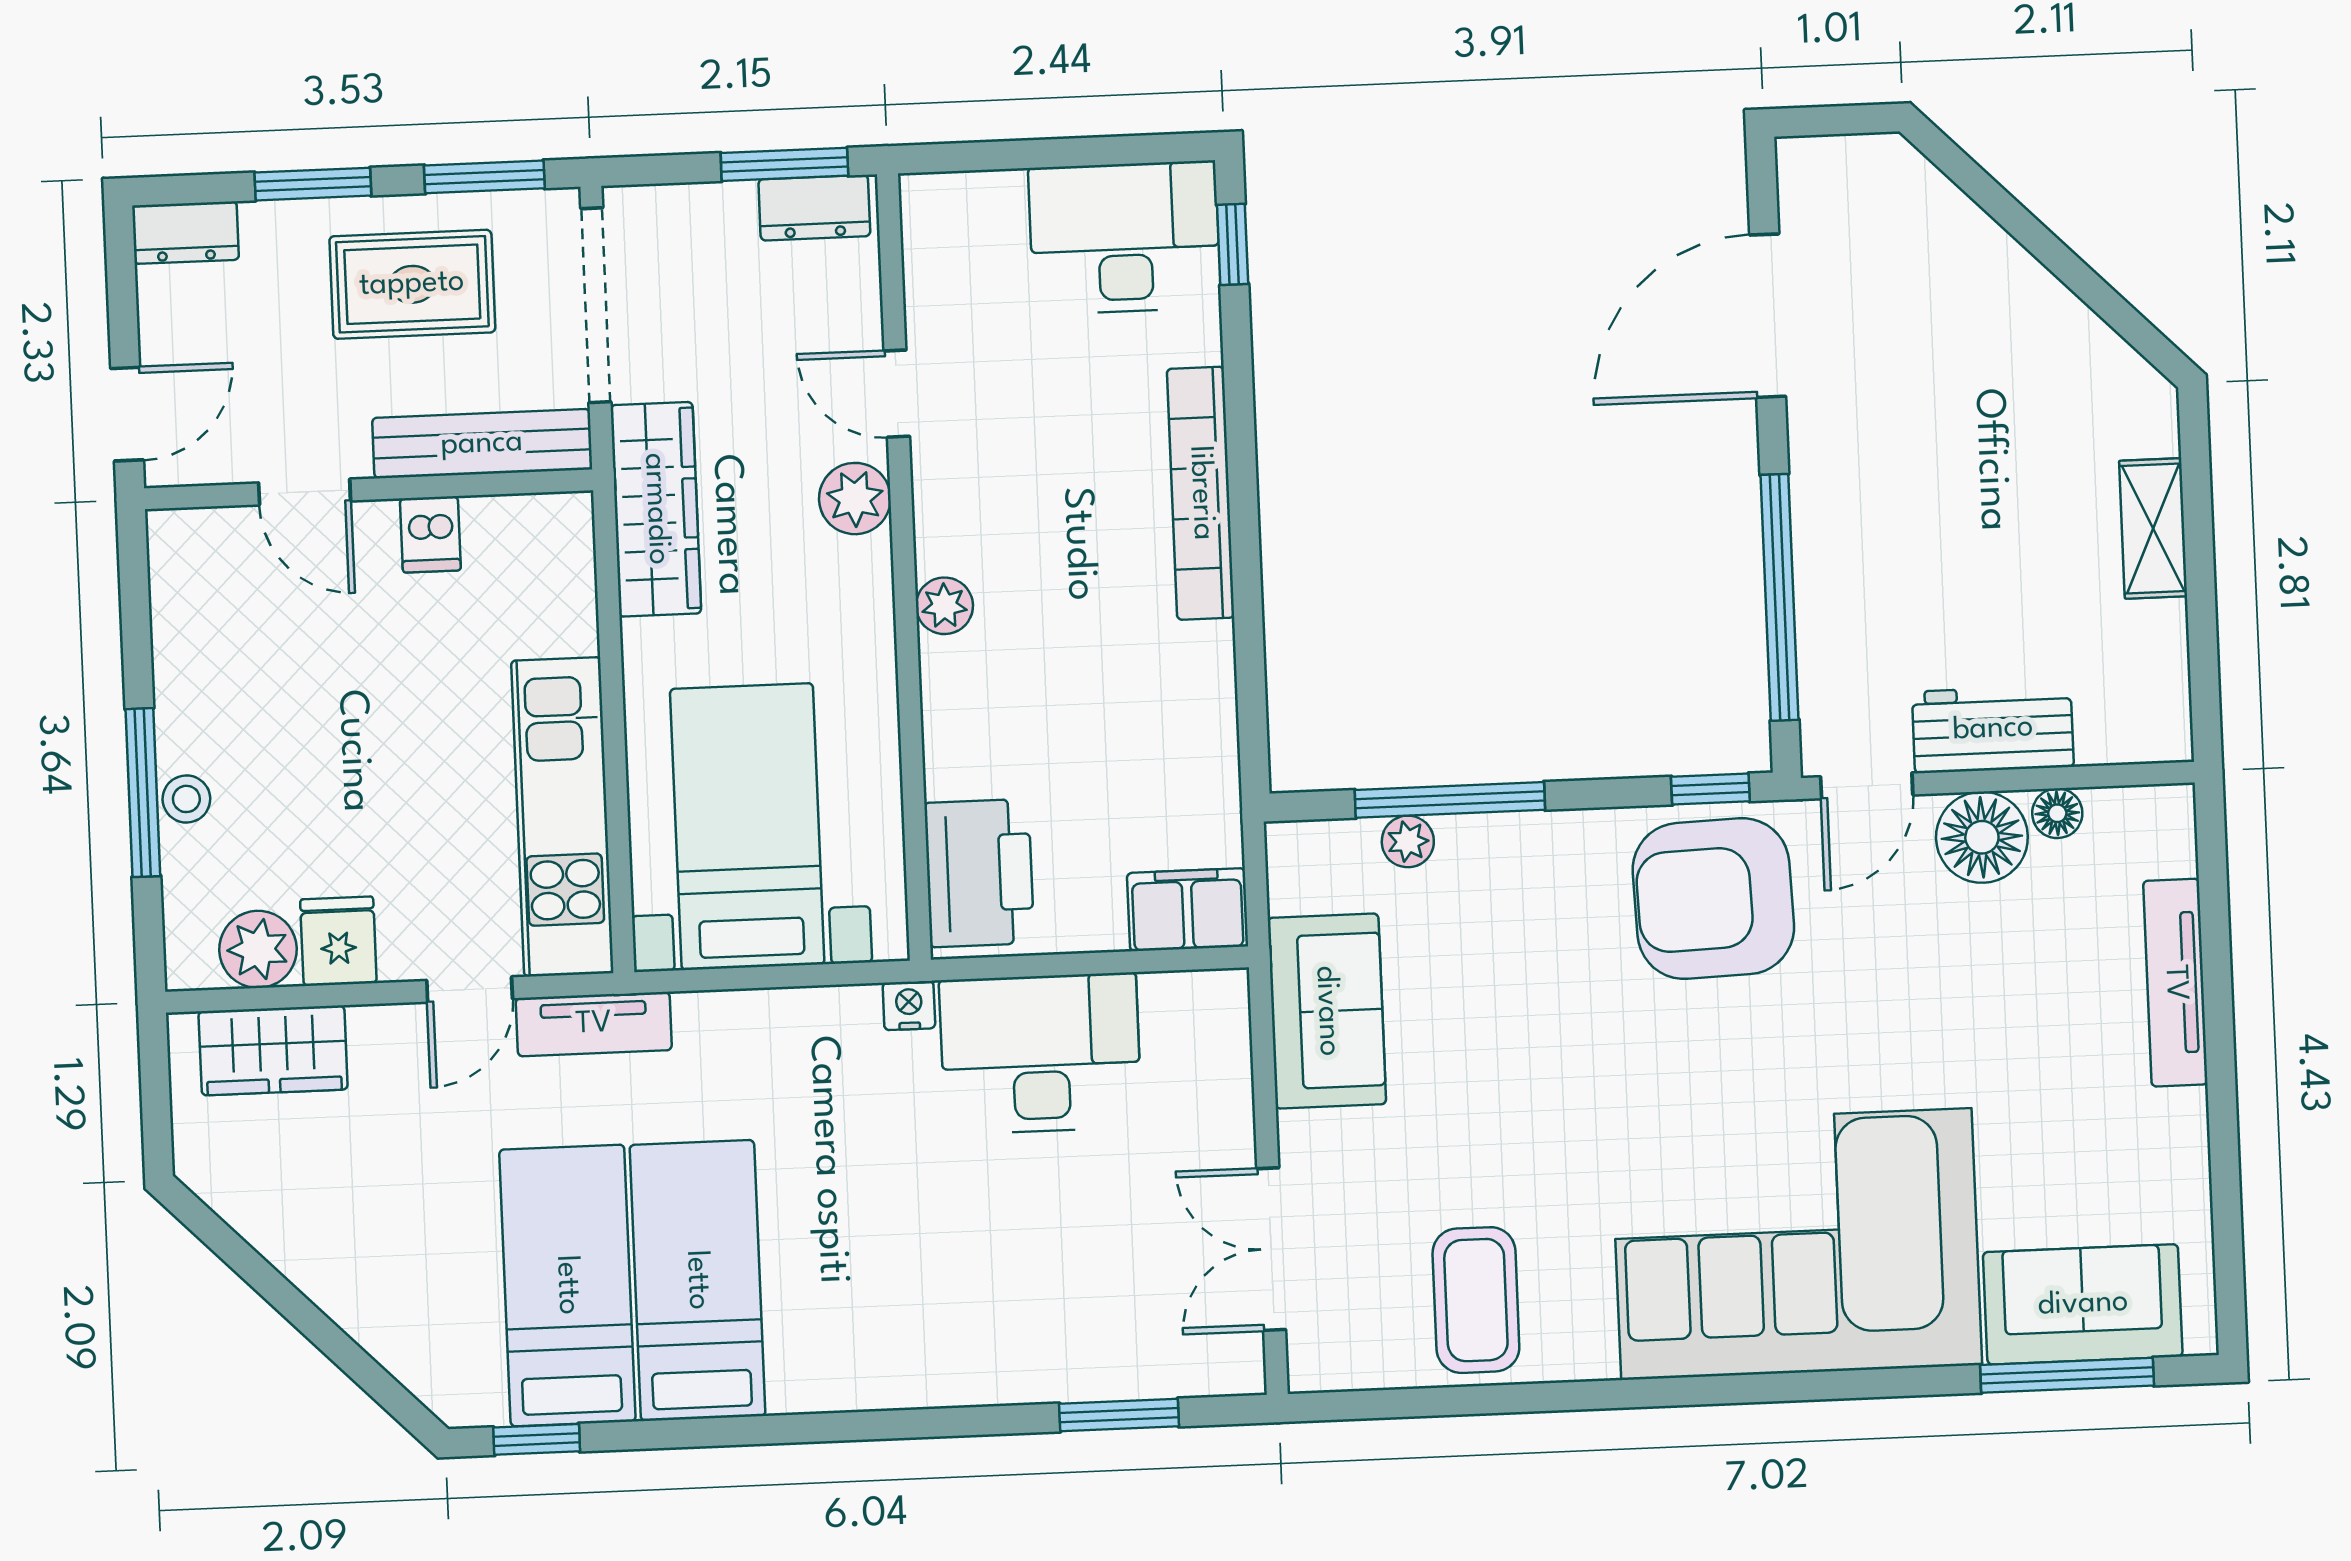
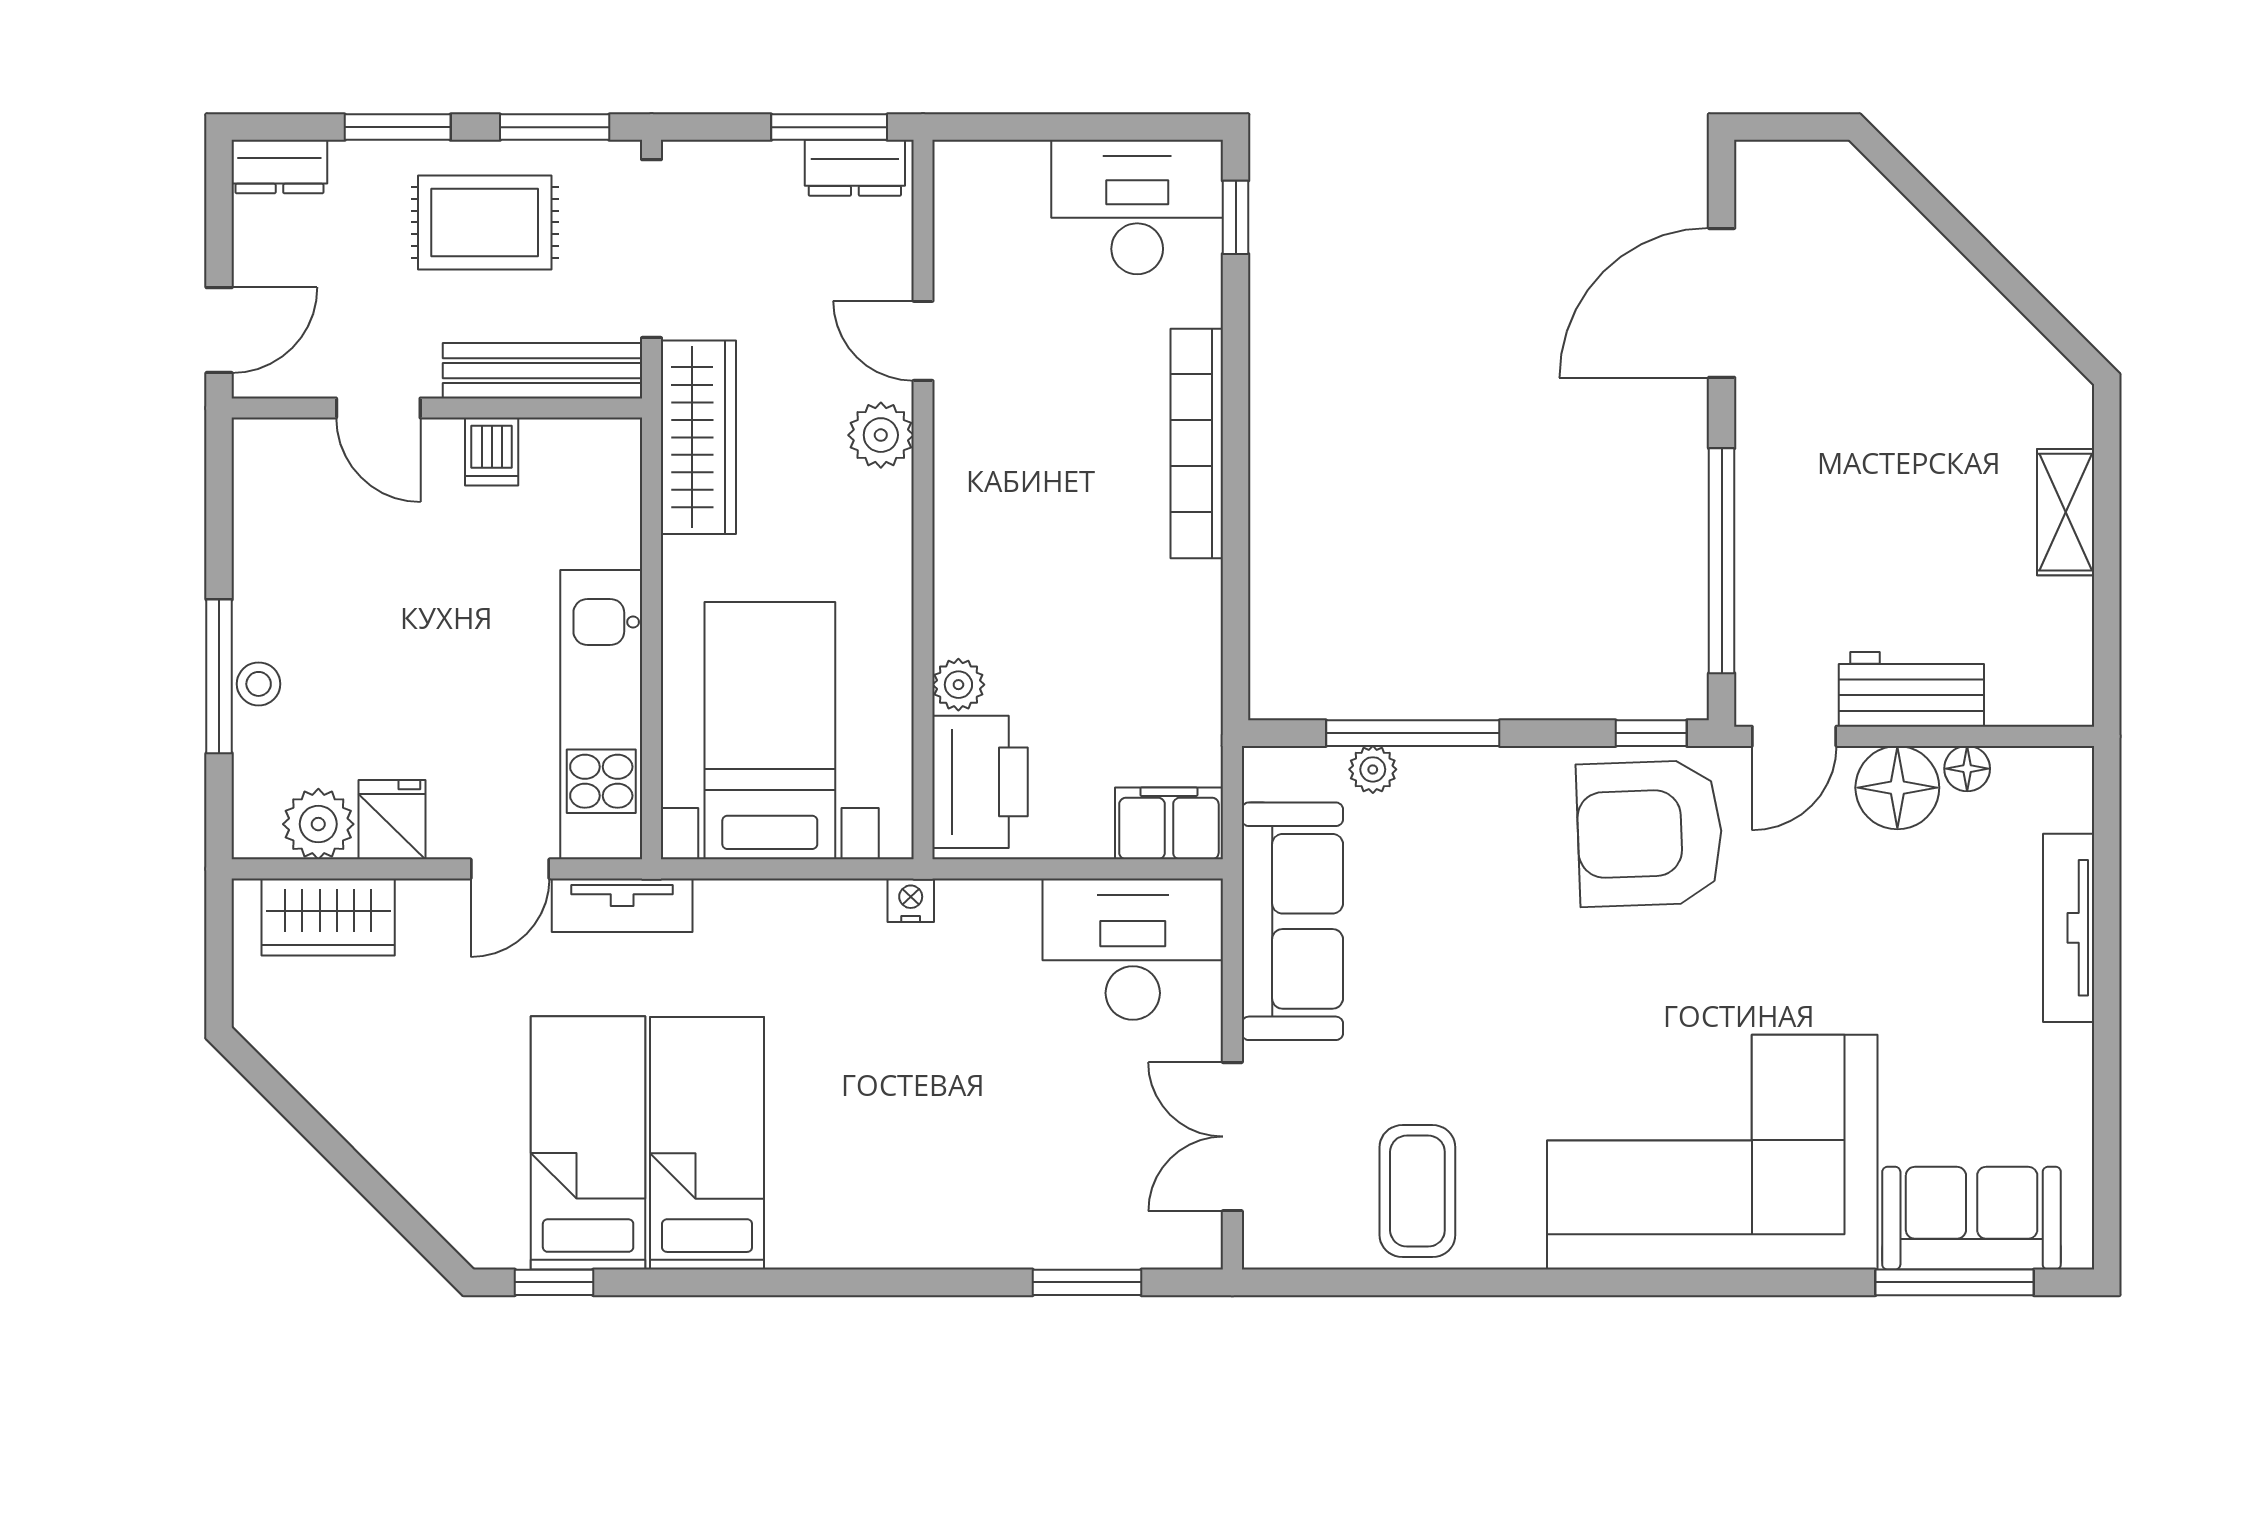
plant: (944, 606) -> (958, 685), moved
sofa: (1327, 1011) -> (1292, 921), width x1.36
desk: (1040, 1053) -> (1133, 949), moved

